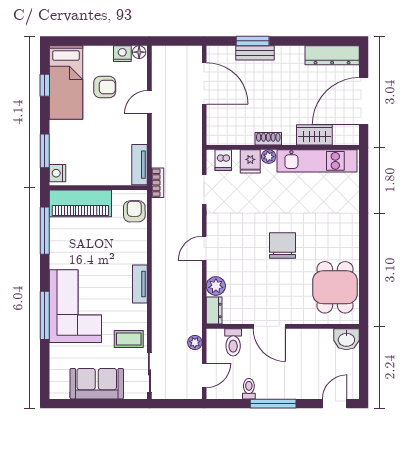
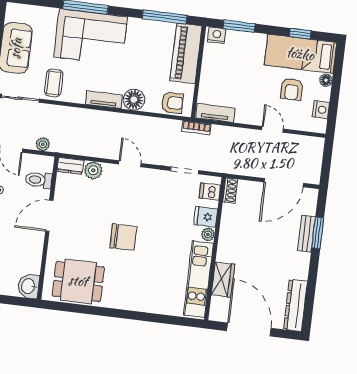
floor lamp: (139, 52) -> (326, 80), moved
shoe rack: (268, 139) -> (230, 191), moved
floor lamp: (136, 252) -> (134, 100), added

